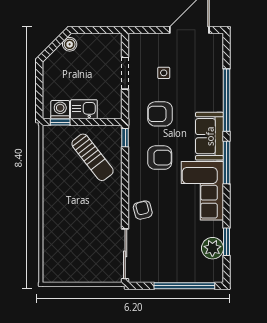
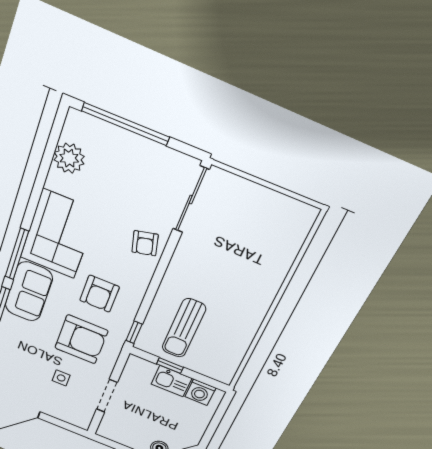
armchair: (160, 114) -> (81, 339), width x1.36, depth x1.36
window: (60, 122) -> (170, 366), moved
sun lounger: (93, 157) -> (184, 328), turned -142
armchair: (160, 158) -> (99, 294), turned -90
window: (227, 242) -> (47, 159), removed

